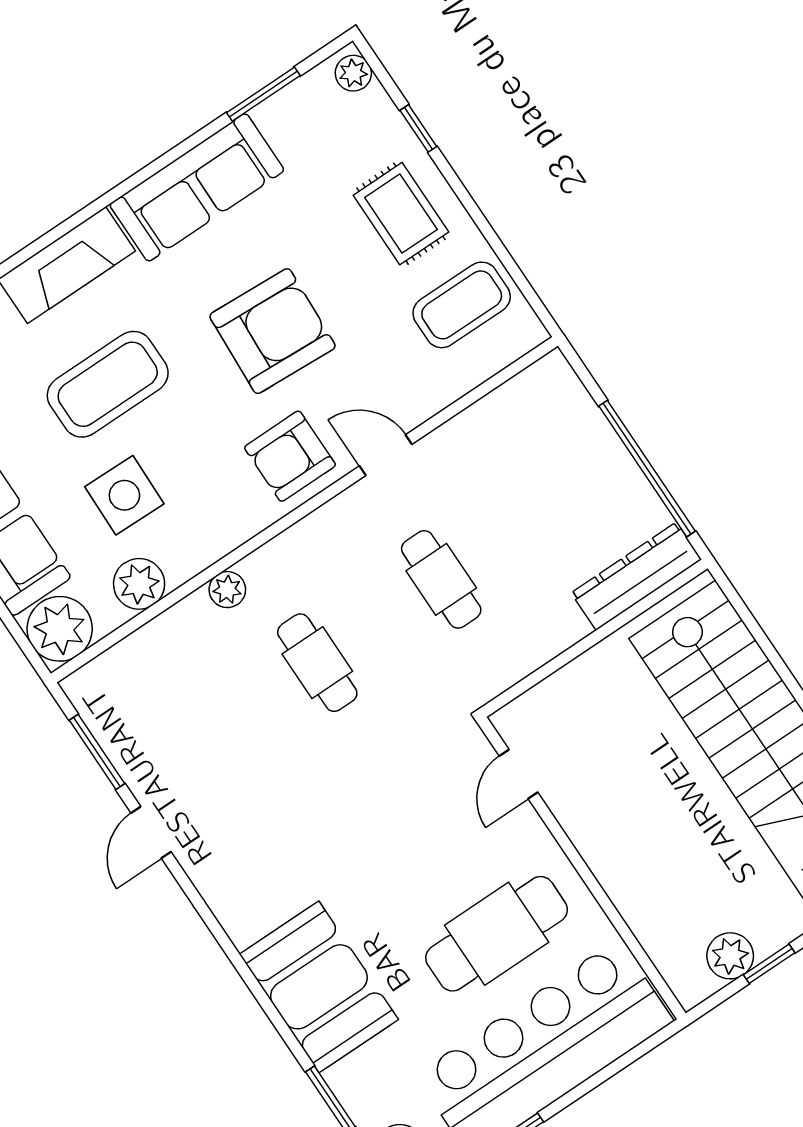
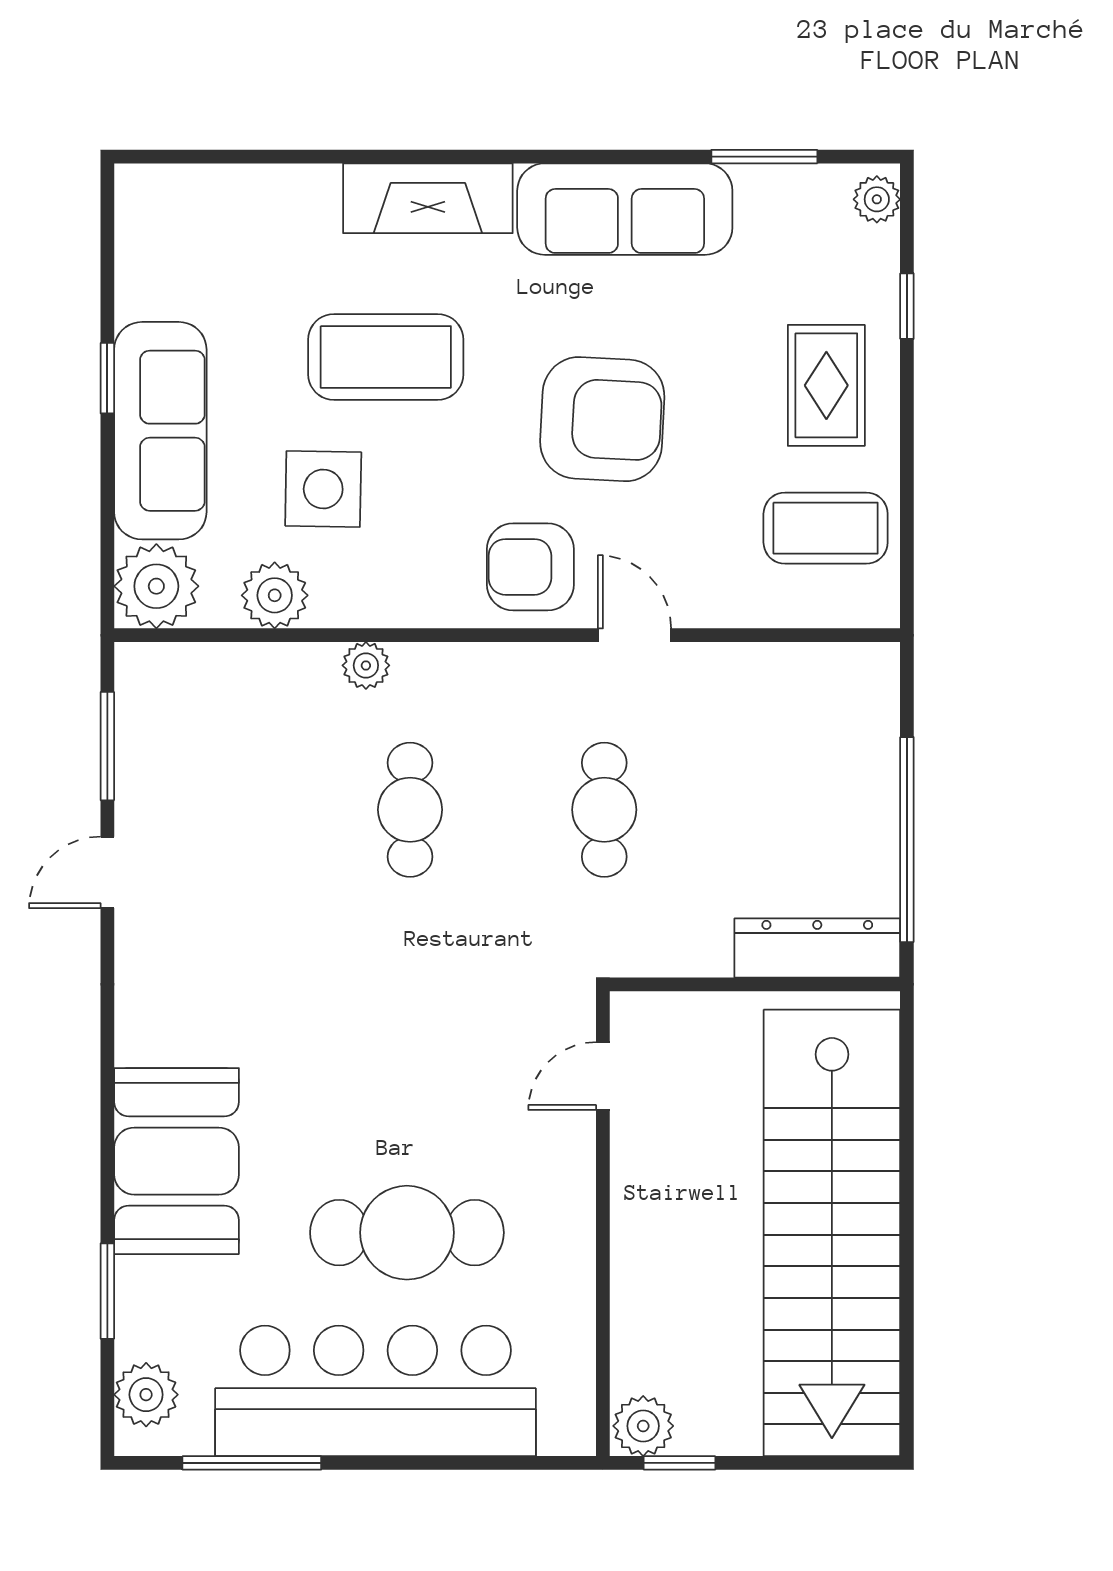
door: (519, 774) -> (603, 1076), moved
wall: (582, 868) -> (603, 1224), moved

